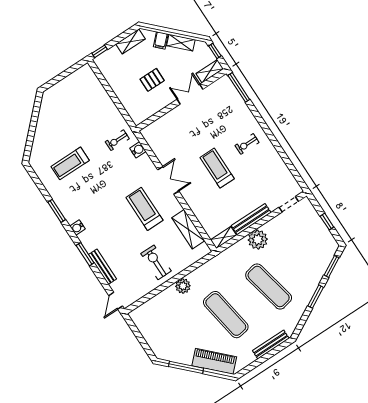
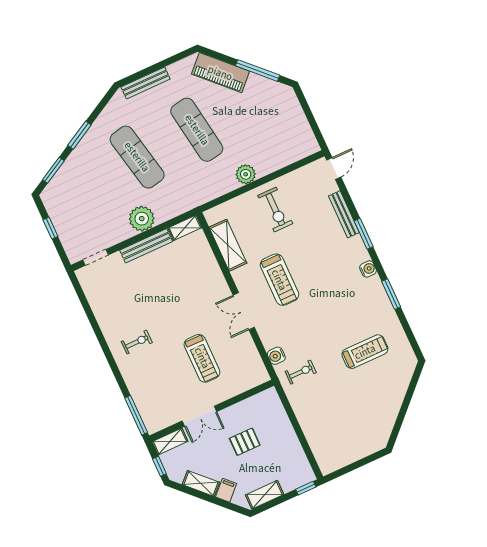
treadmill: (217, 168) -> (202, 358), moved

